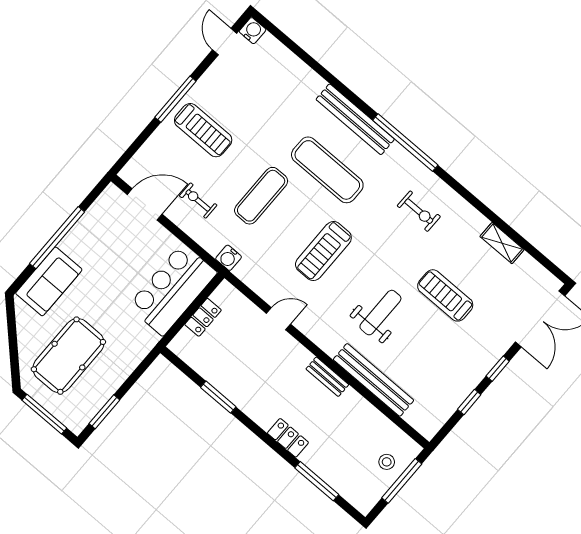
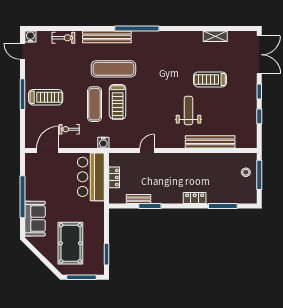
exercise bike: (419, 211) -> (63, 38), moved
treadmill: (323, 251) -> (118, 102), moved
bench: (327, 377) -> (139, 199), moved

